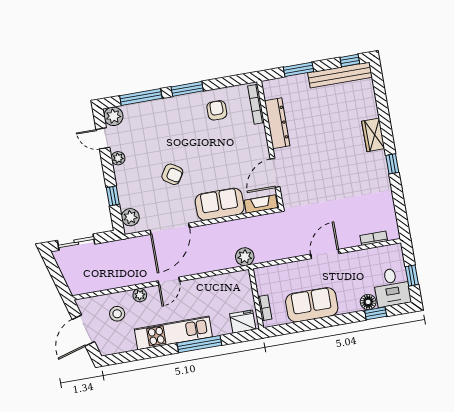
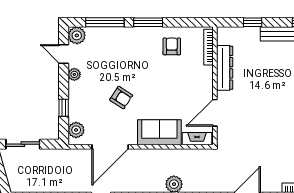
window: (299, 69) -> (253, 22), width x0.67

